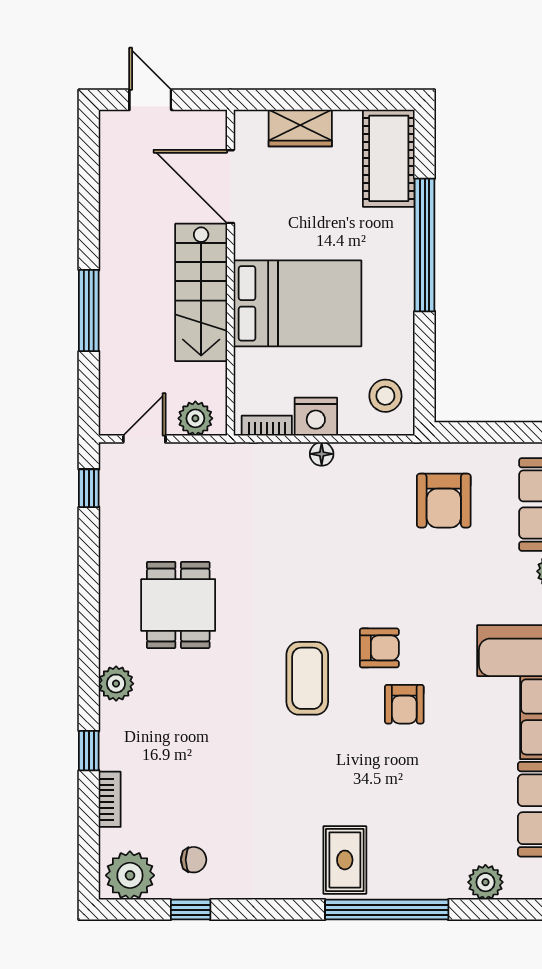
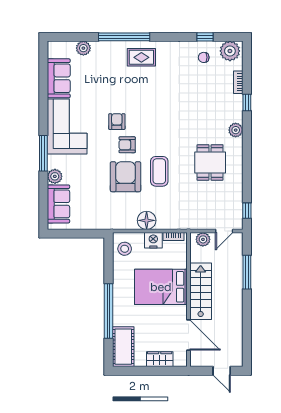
window: (89, 311) -> (247, 272), moved
floor lamp: (322, 454) -> (147, 220), width x1.89, depth x1.89
armchair: (444, 501) -> (126, 177), moved, width x1.36, depth x1.36
coffee table: (307, 678) -> (159, 171), moved
rug: (345, 860) -> (141, 57), turned 90

